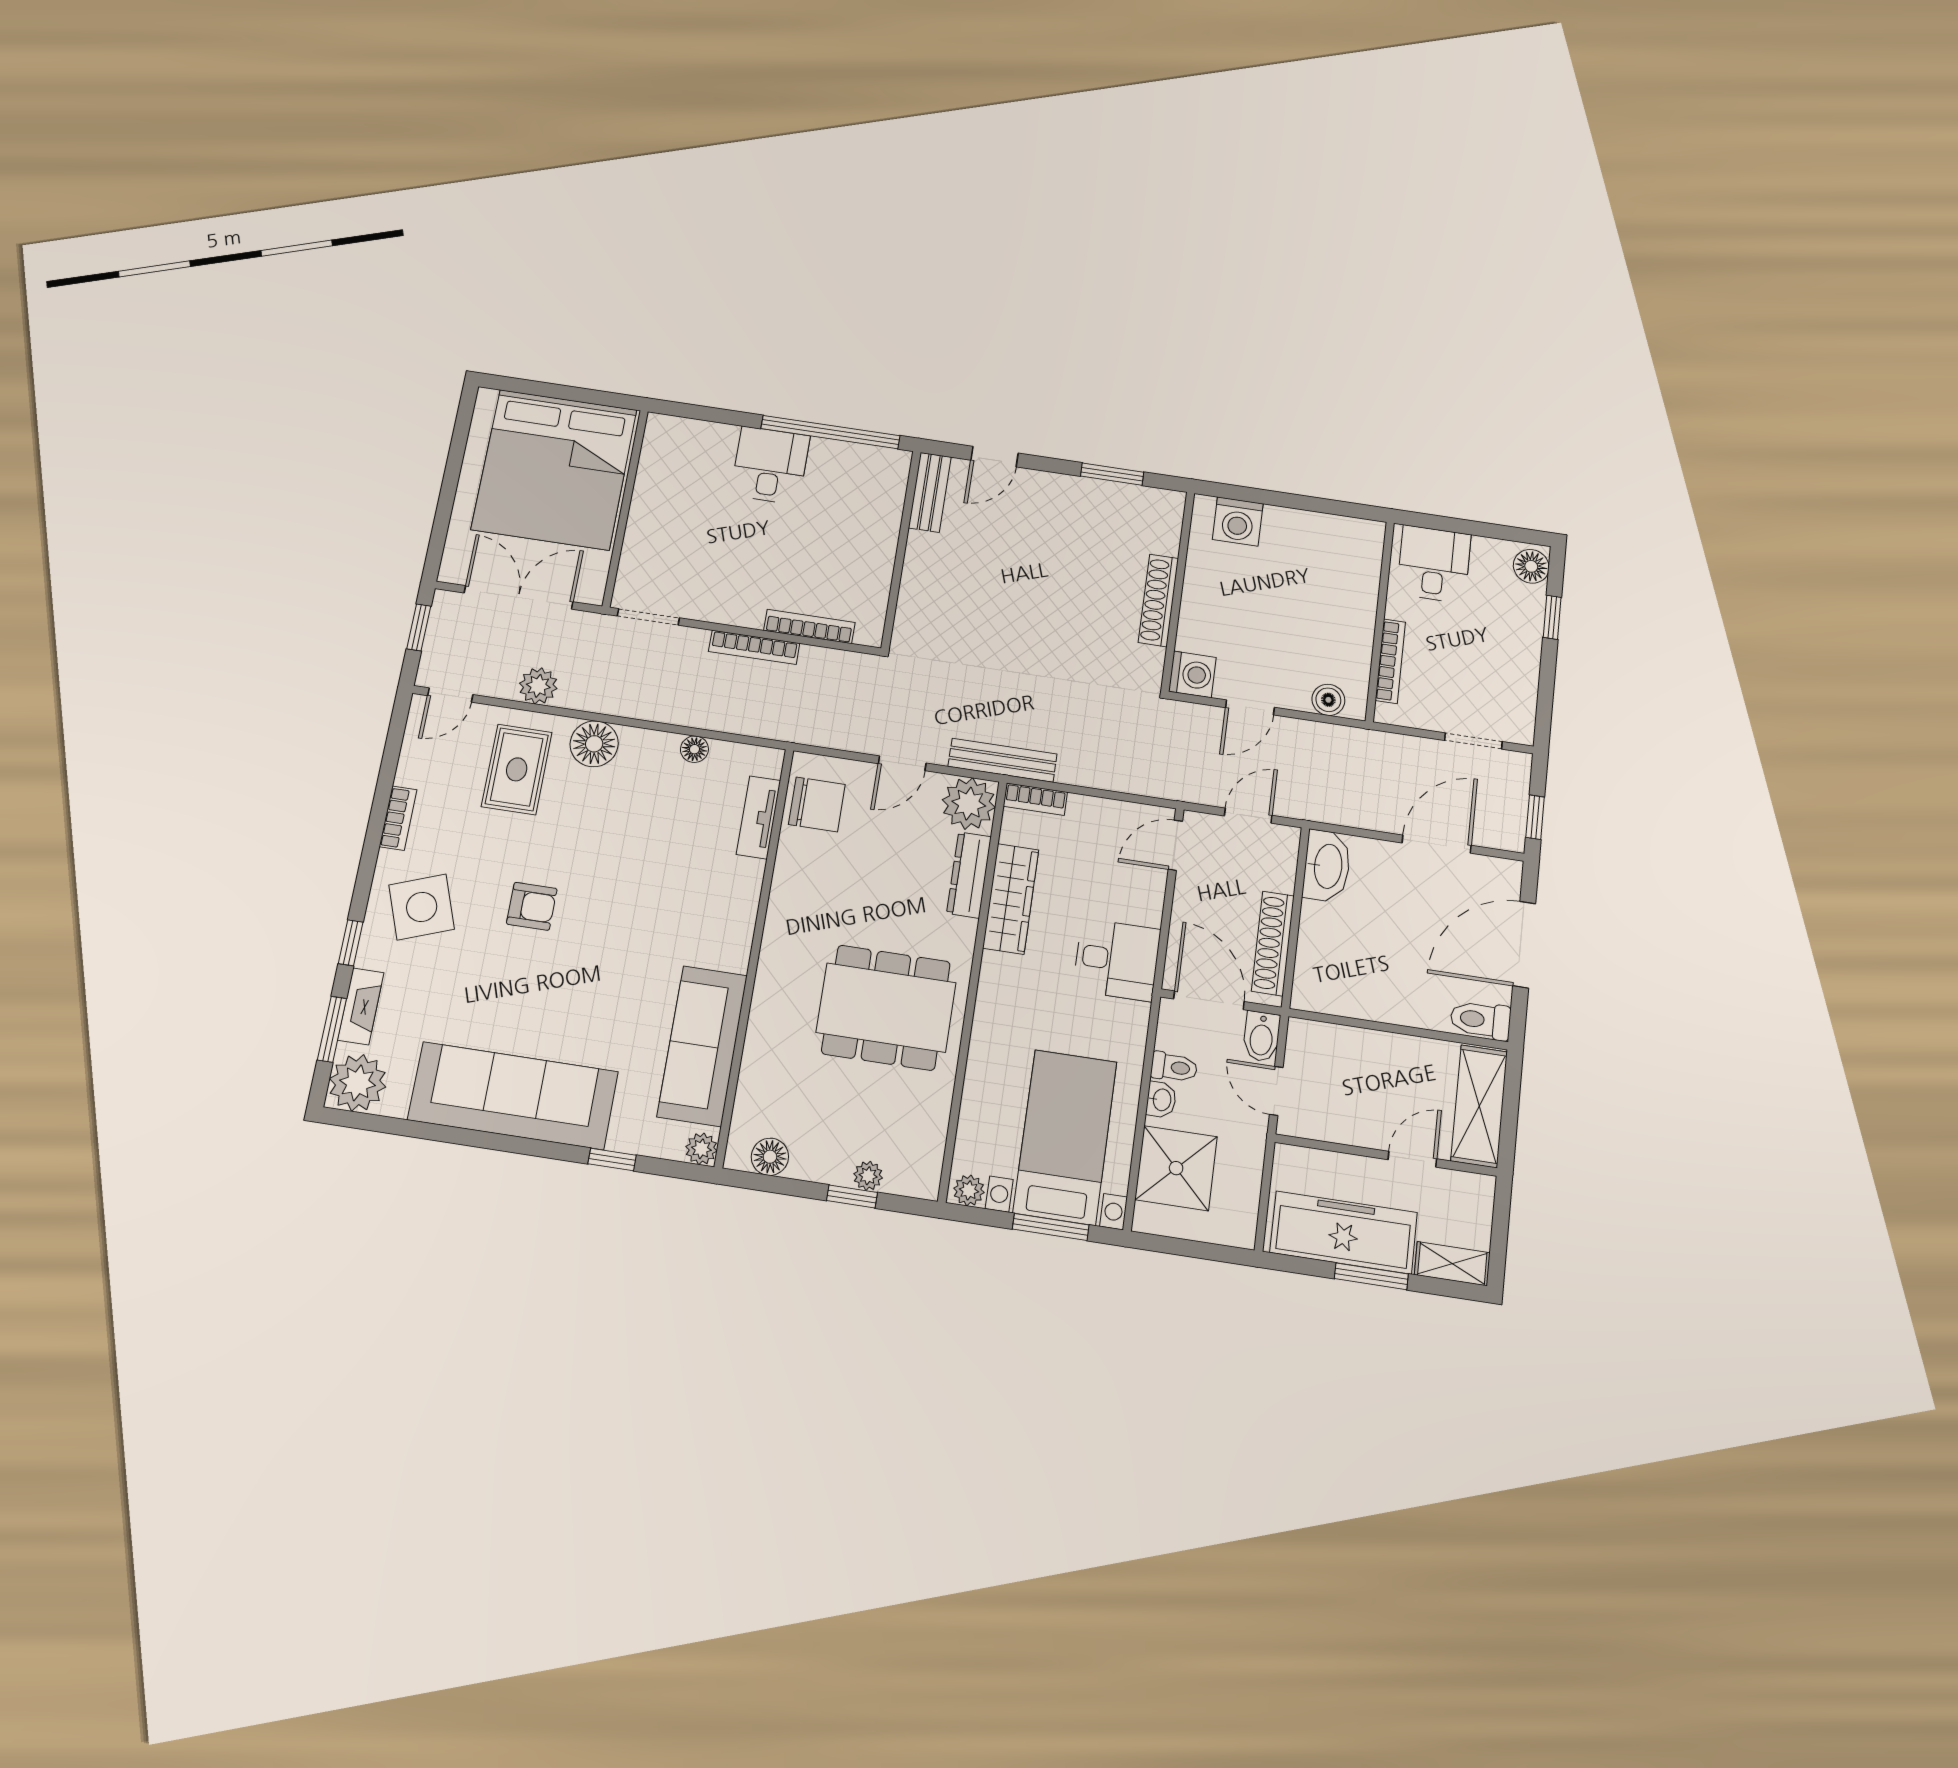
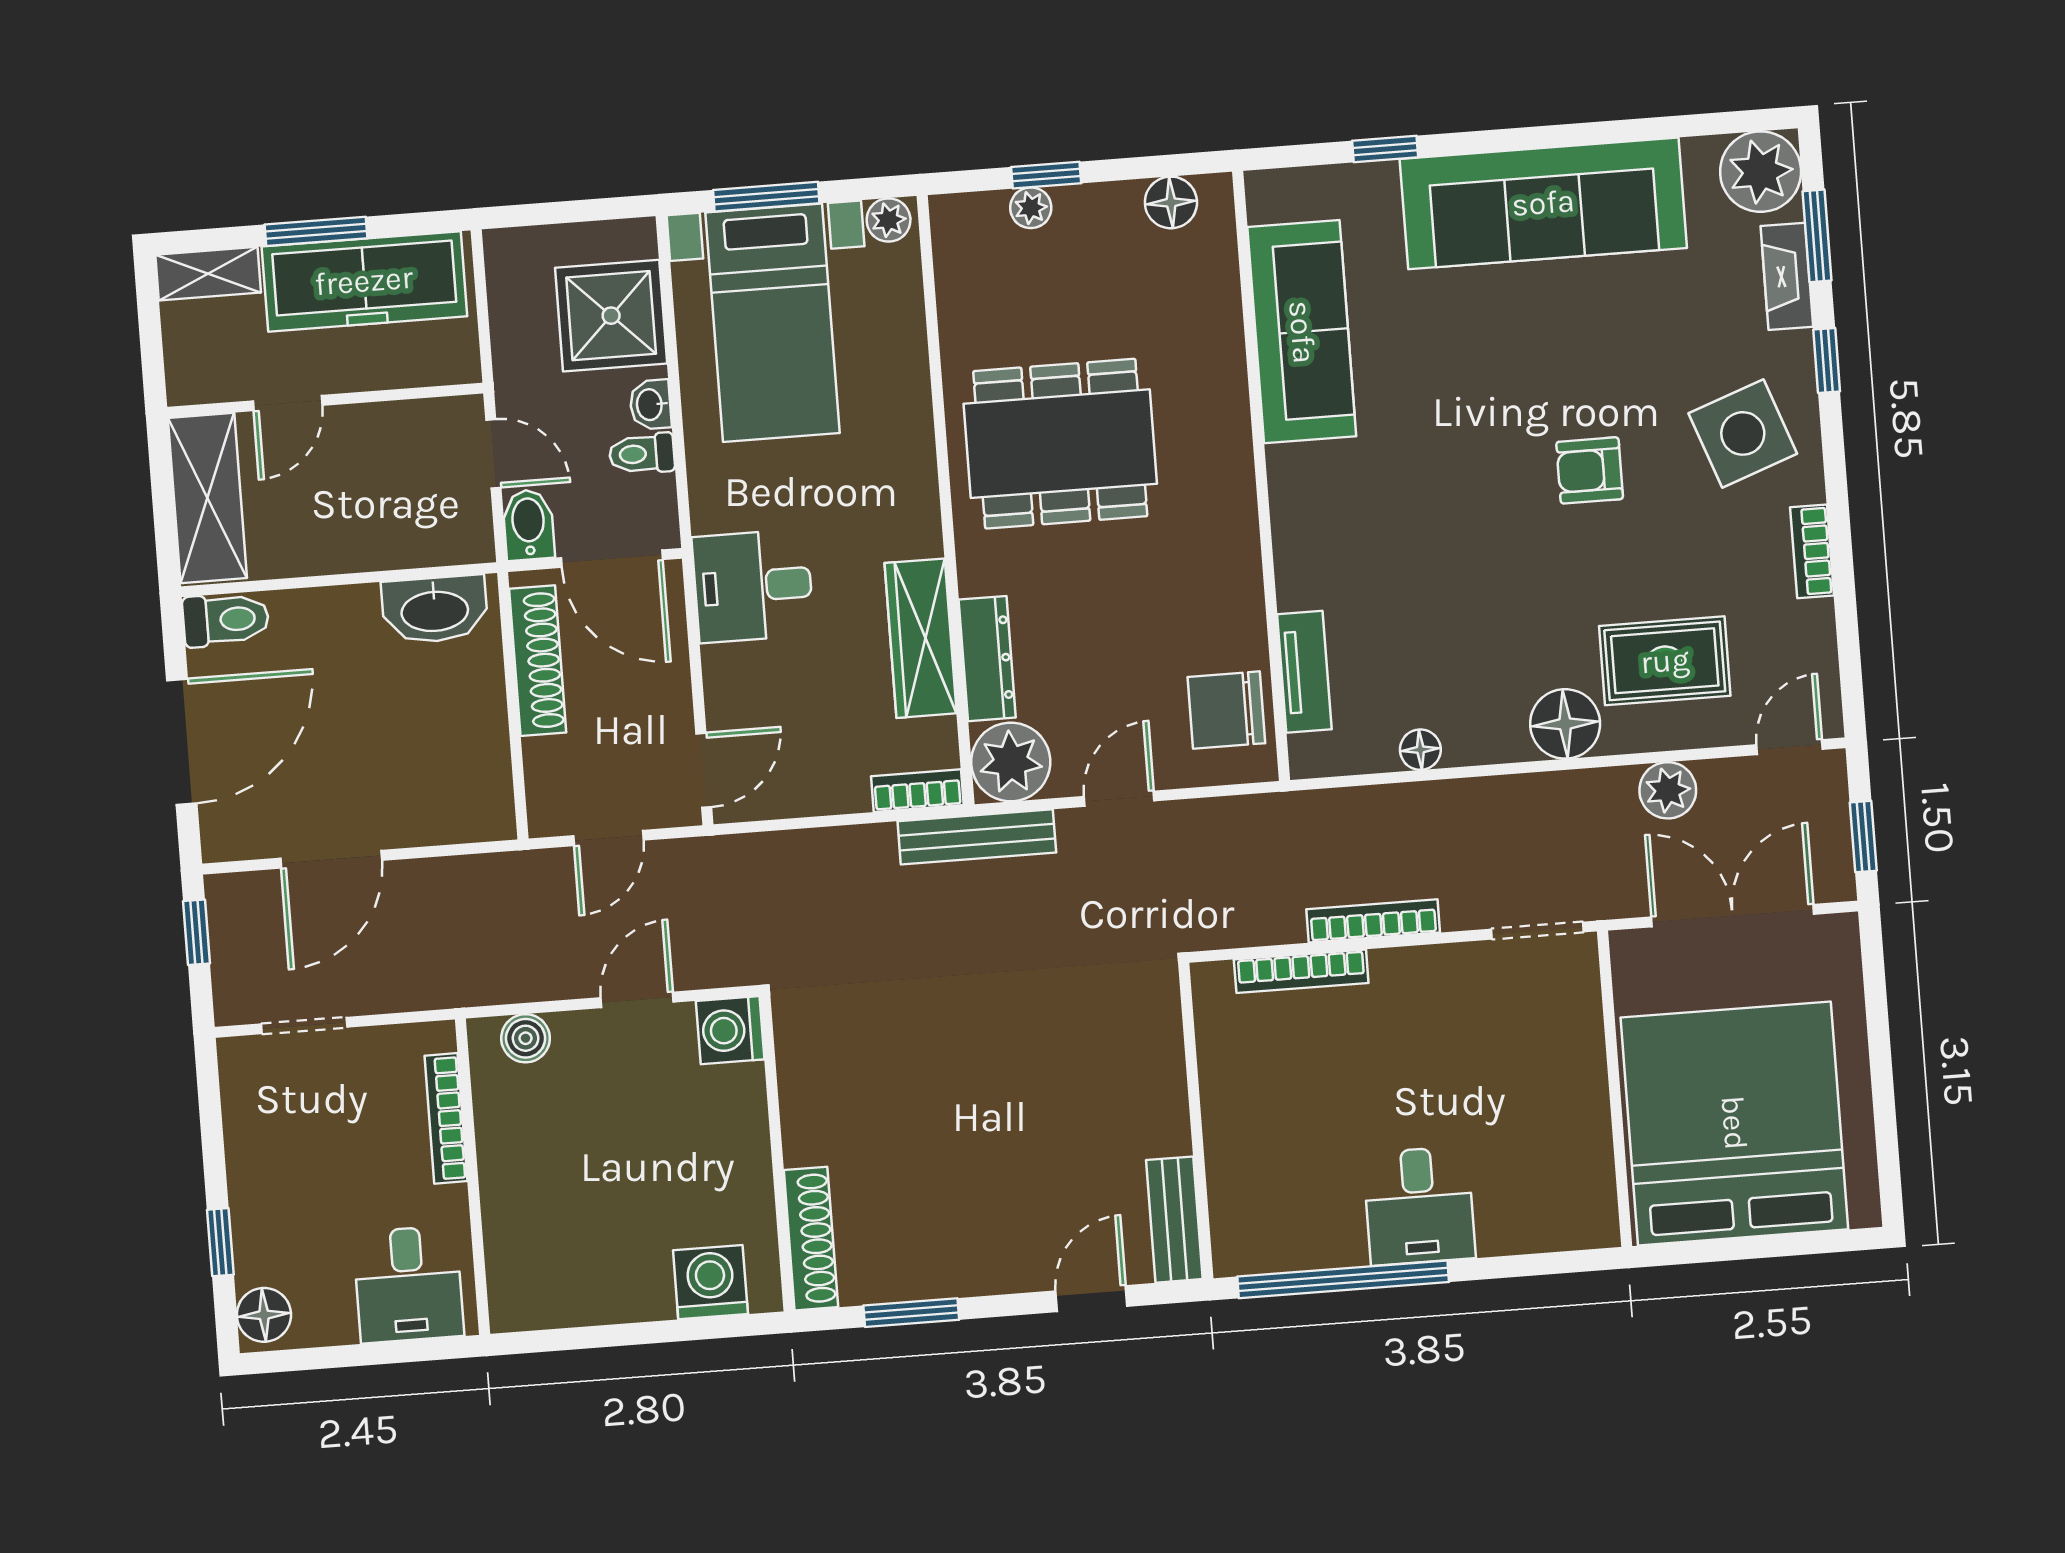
double door: (518, 597) -> (1733, 916), swing flipped
shoe rack: (1158, 600) -> (811, 1239), moved
rug: (517, 769) -> (1665, 661), turned 90
washbasin: (1327, 866) -> (435, 610), moved, turned -90
plant: (701, 1149) -> (1267, 192), removed

